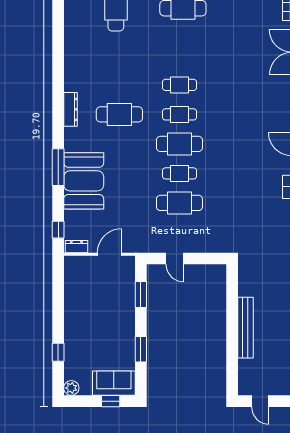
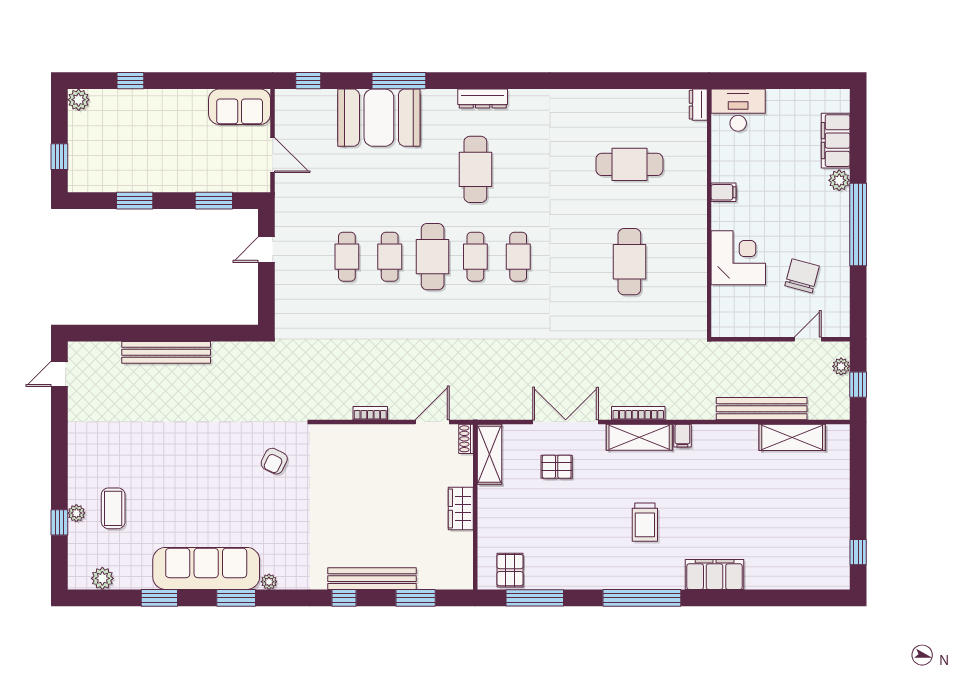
cafe table: (179, 203) -> (347, 257), width x0.73, depth x0.74
dresser: (76, 247) -> (284, 107), removed
sofa: (114, 383) -> (240, 107), moved, turned 90

